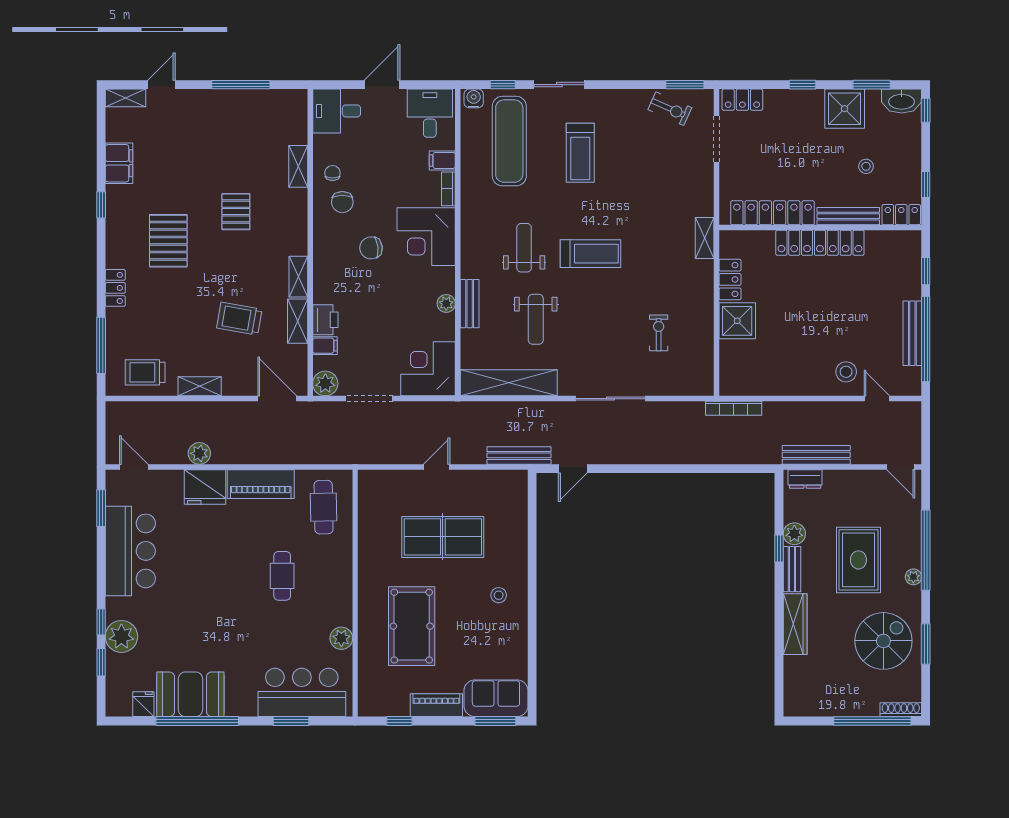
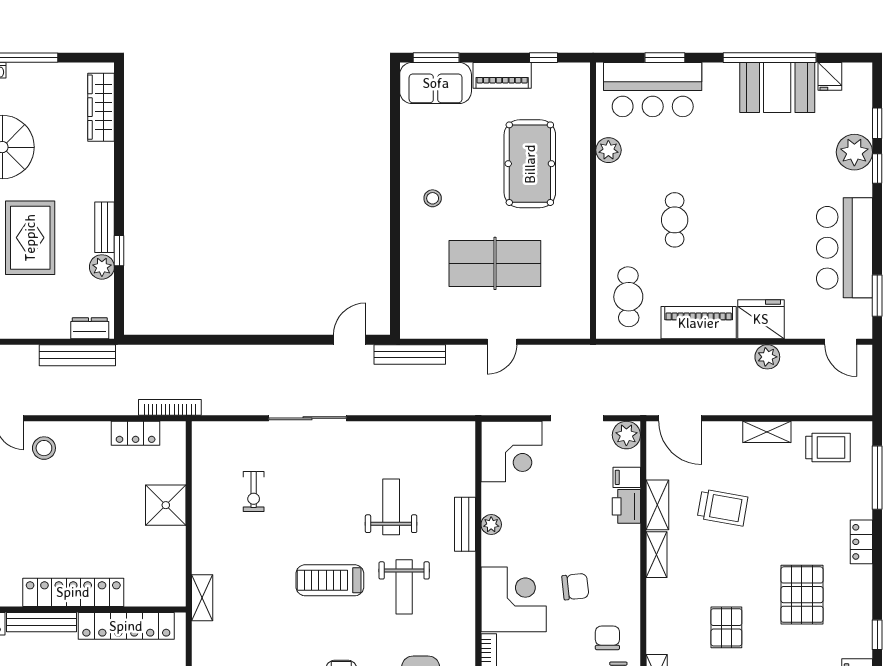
locker: (730, 279) -> (136, 433), moved, turned -90
shelving: (509, 383) -> (421, 436), removed
wardrobe: (795, 624) -> (101, 107), moved

